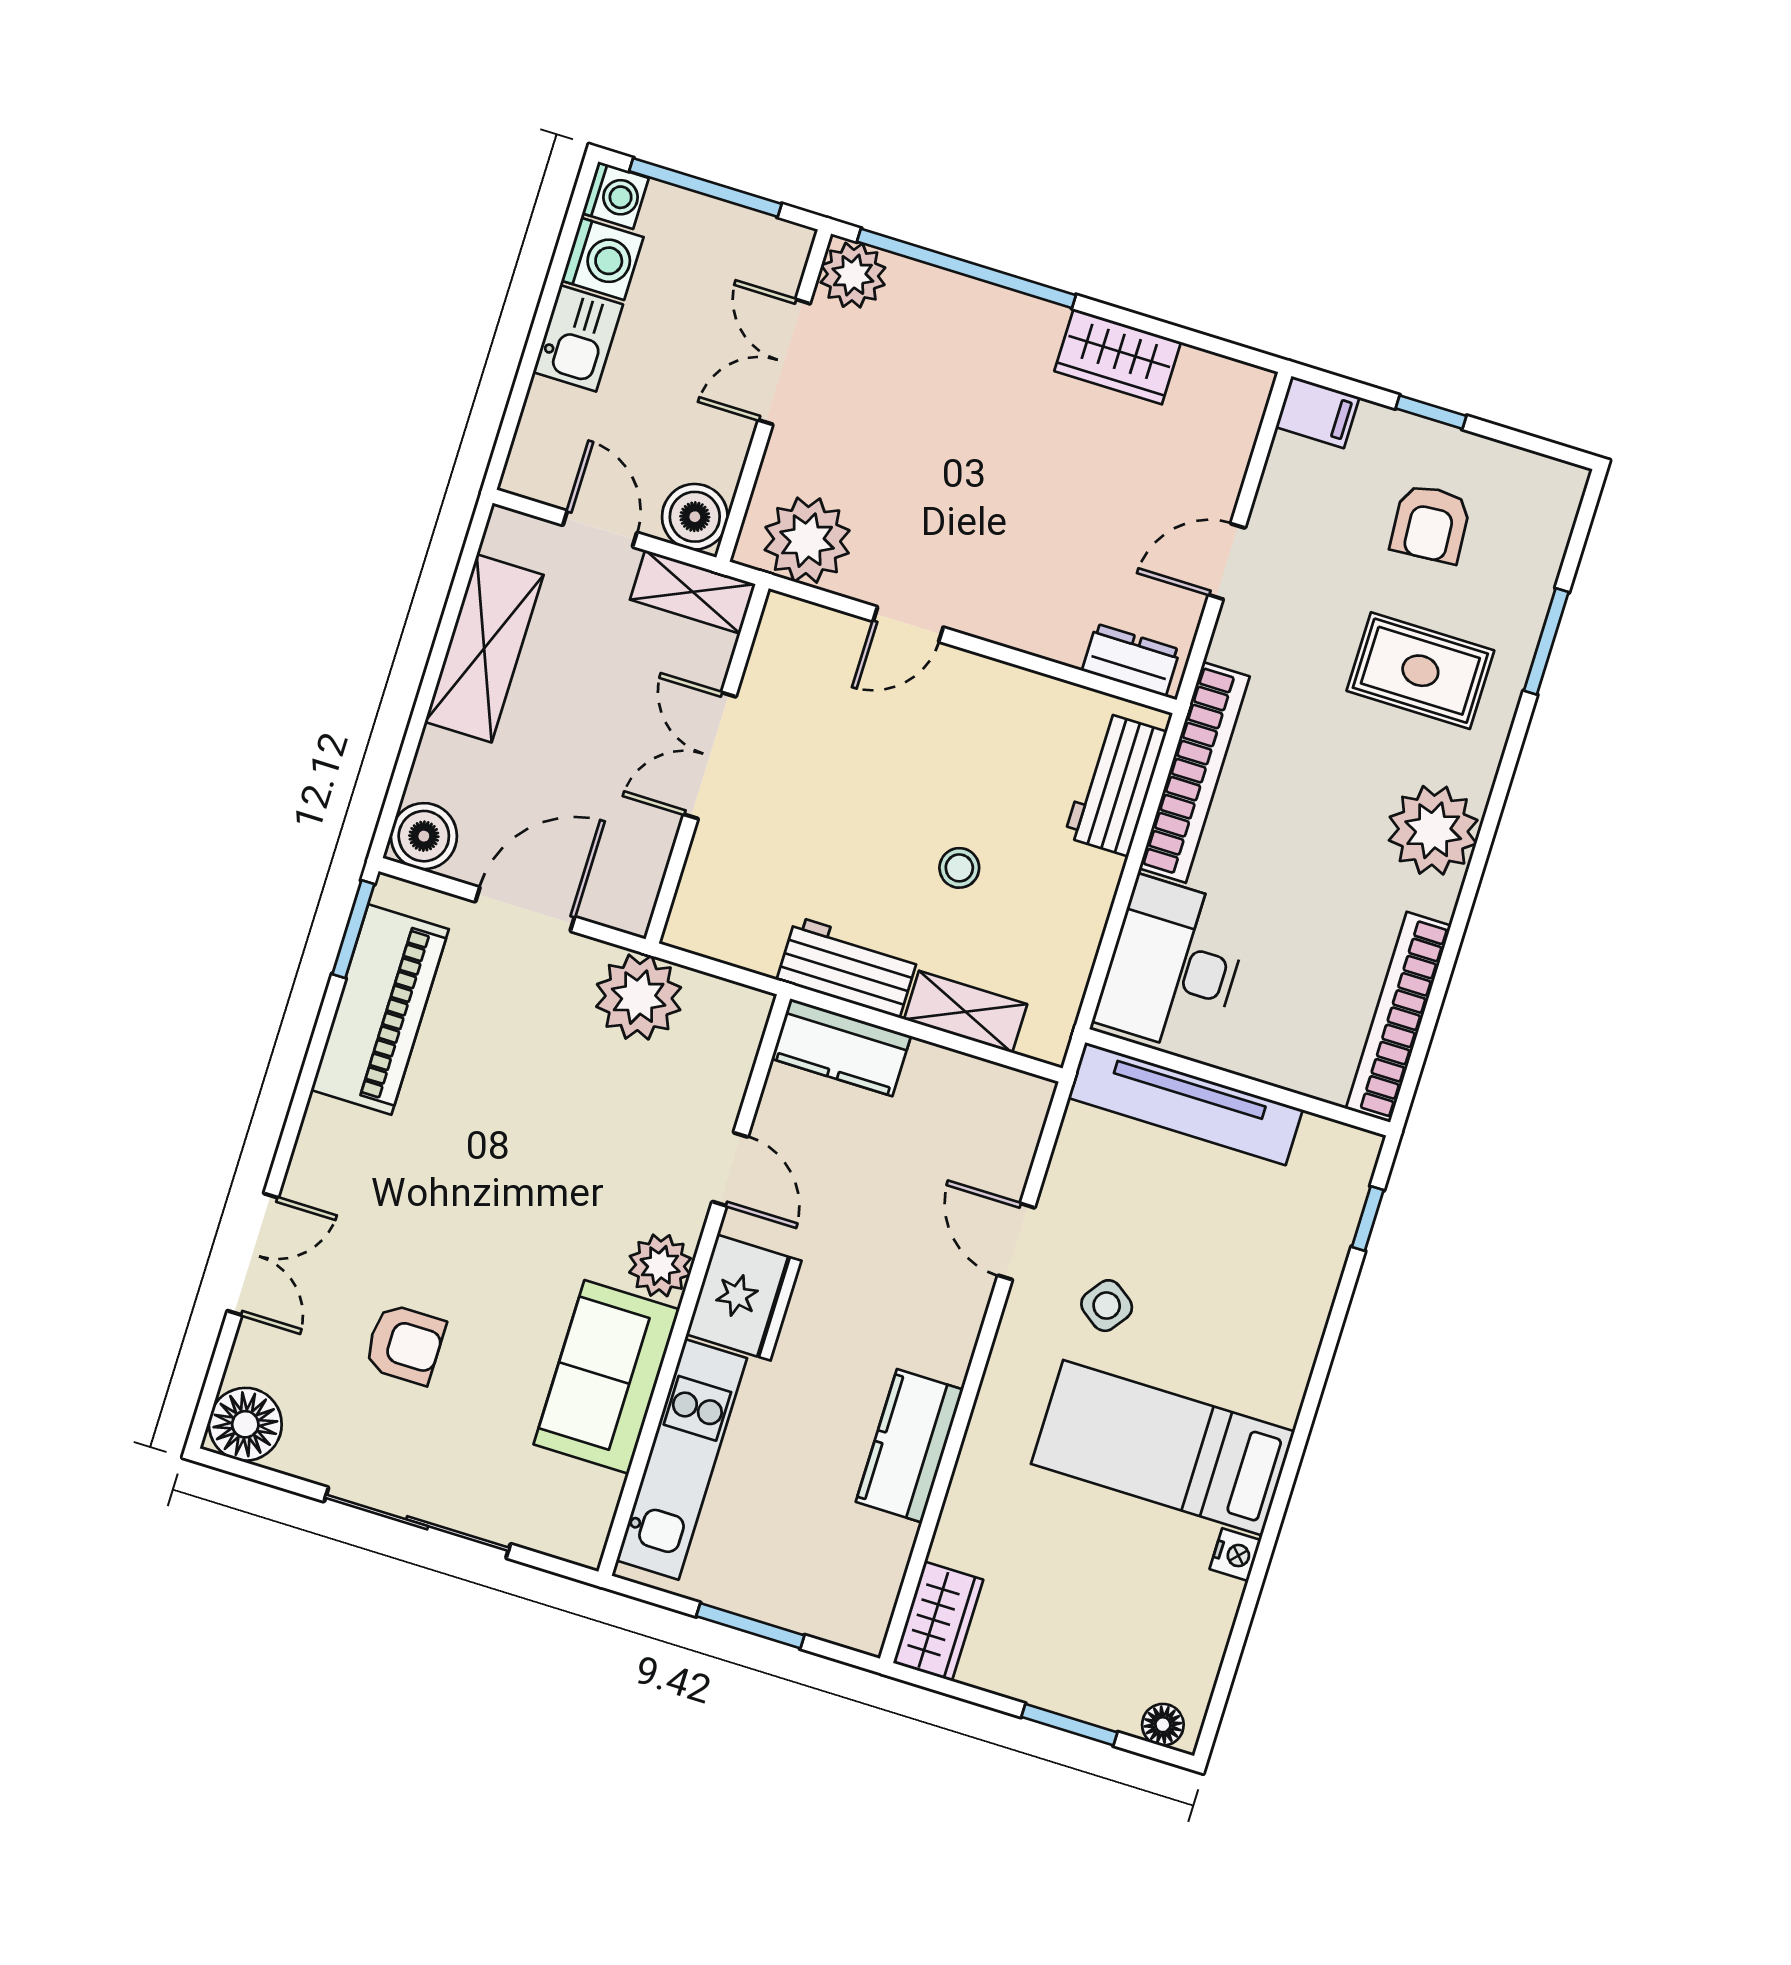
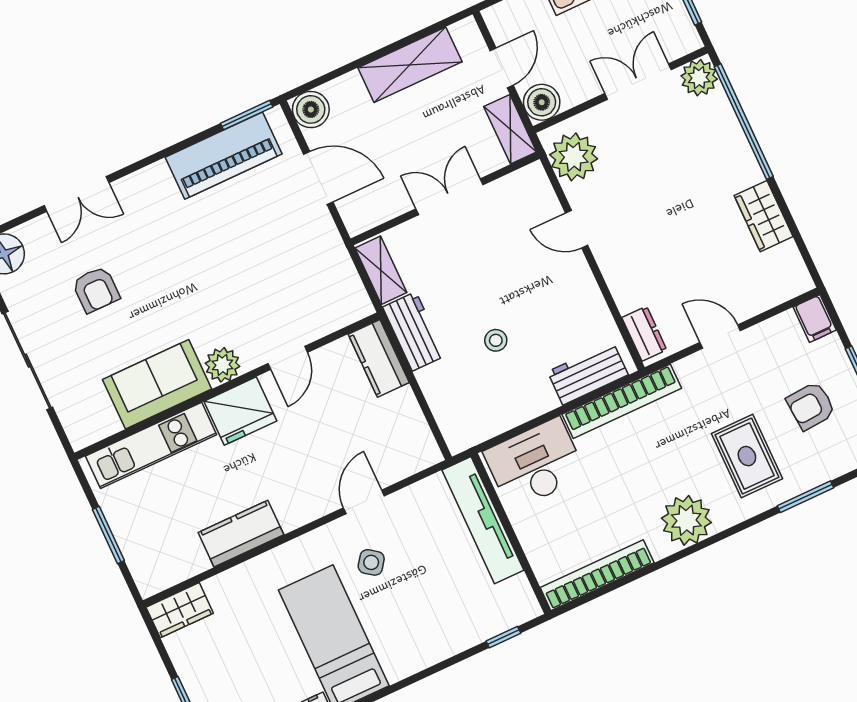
plant: (639, 997) -> (324, 257), removed
shelving: (966, 1012) -> (381, 270), moved

